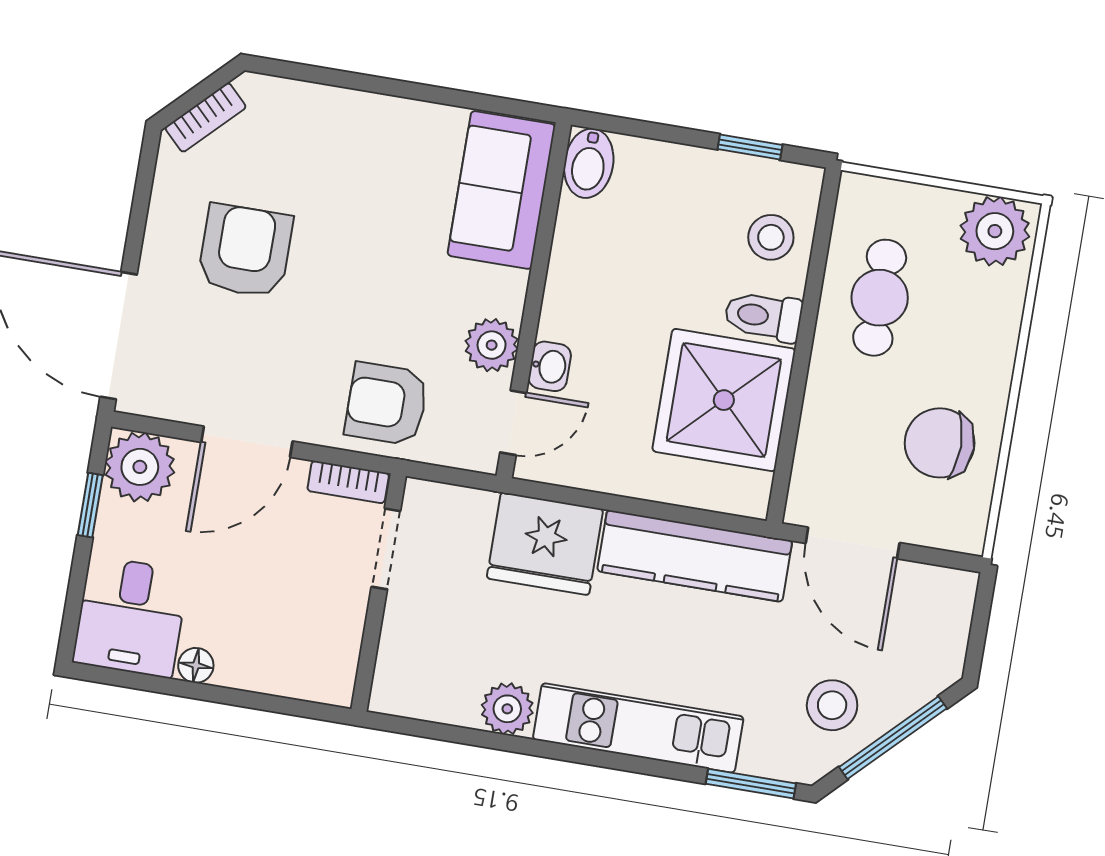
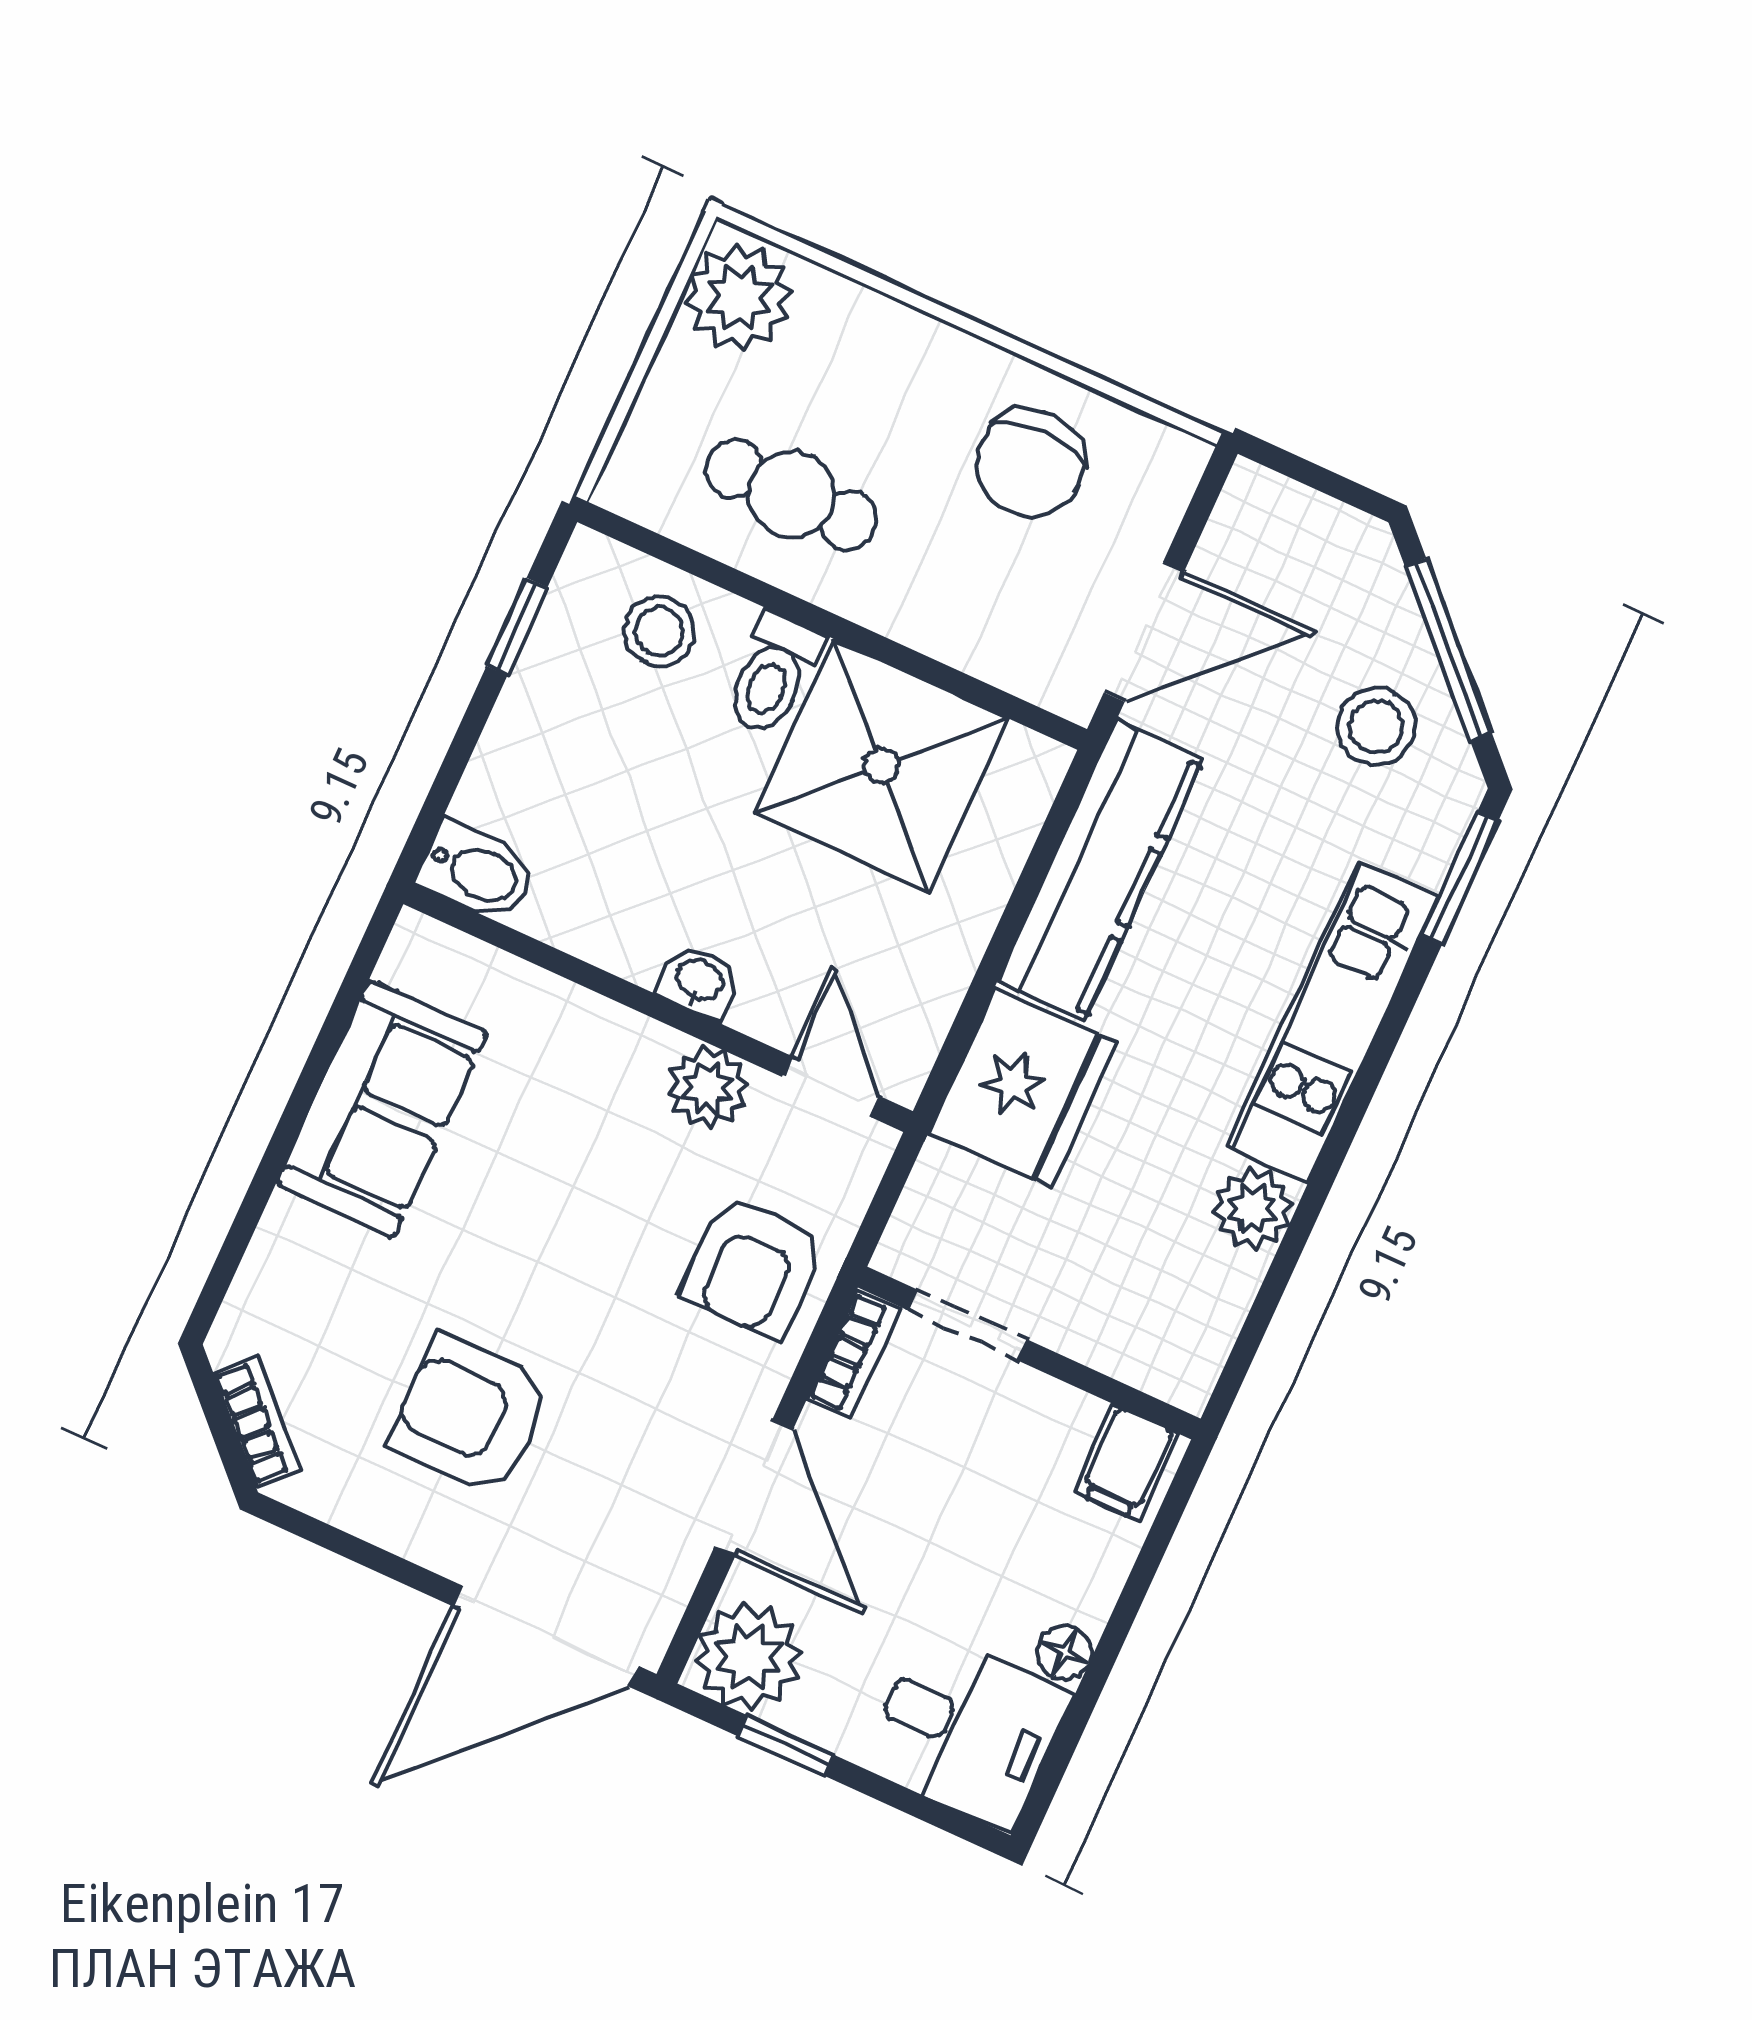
sofa: (501, 190) -> (382, 1109), moved, turned -90
washbasin: (550, 366) -> (699, 981), moved
filing cabinet: (326, 672) -> (1126, 1463), added

